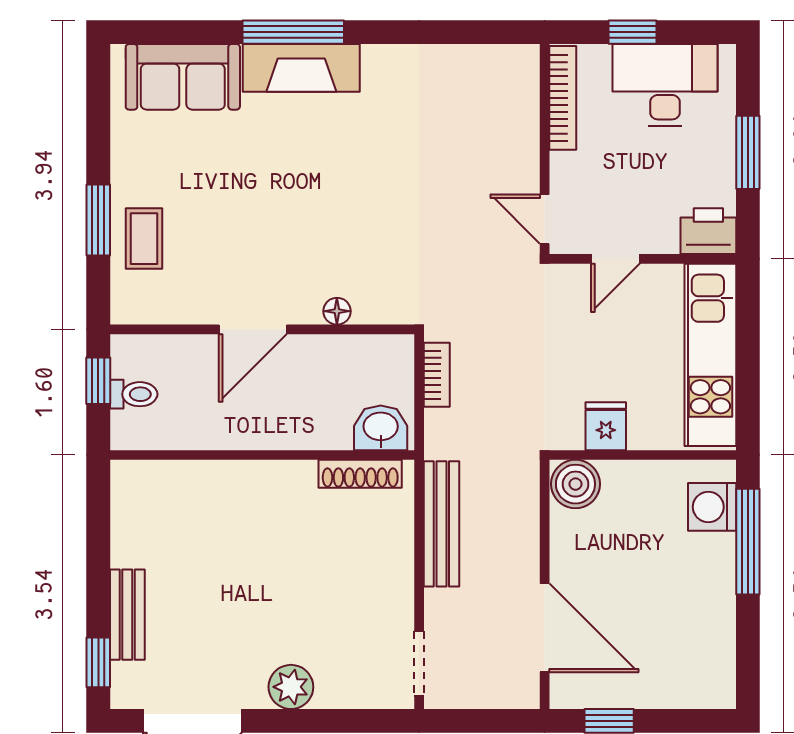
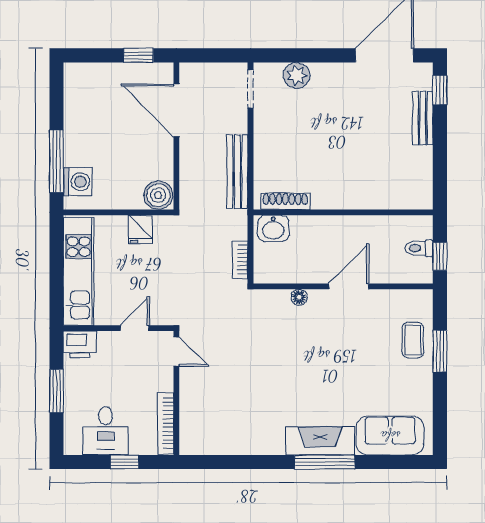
desk: (665, 85) -> (105, 431), width x0.73
plant: (291, 687) -> (297, 75), moved

